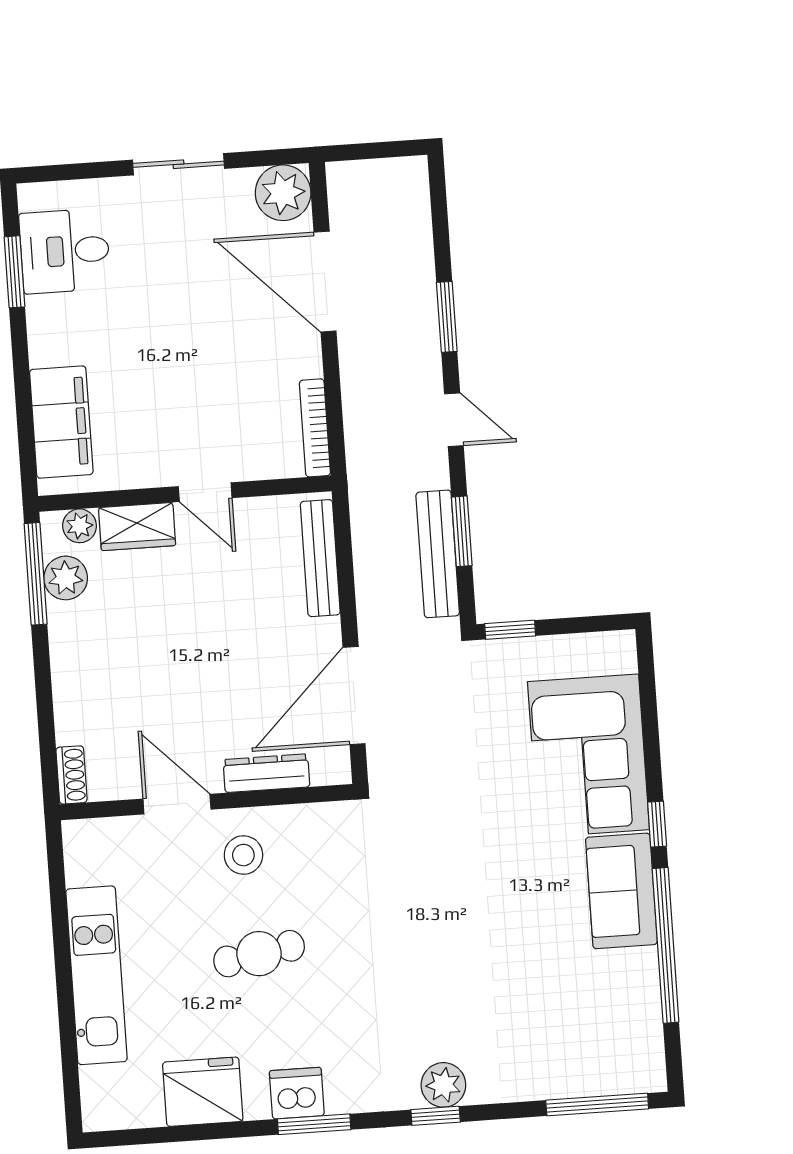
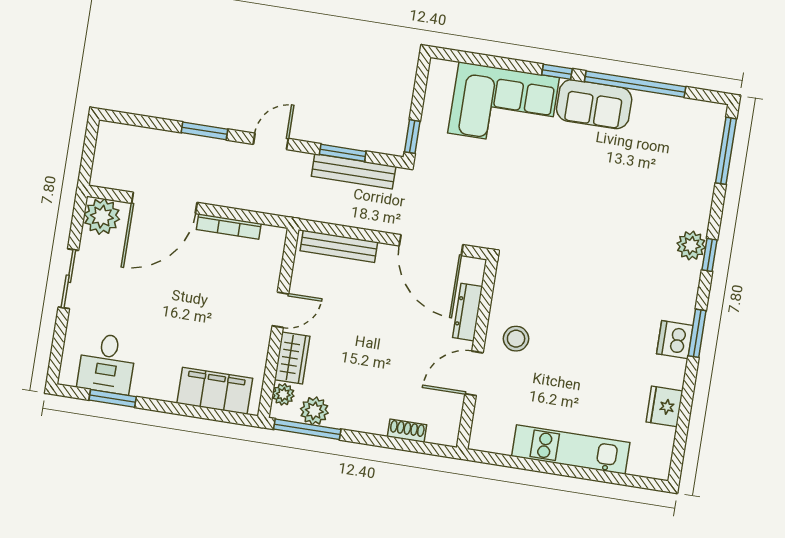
bookcase: (315, 428) -> (229, 227), moved
shoe rack: (71, 775) -> (407, 431), moved
cafe table: (259, 954) -> (581, 343), removed
fridge: (203, 1092) -> (664, 406), width x0.73, depth x0.75

